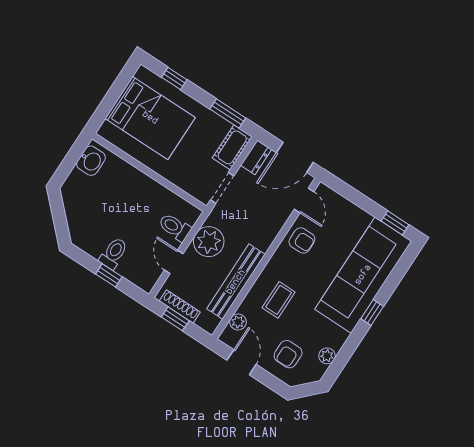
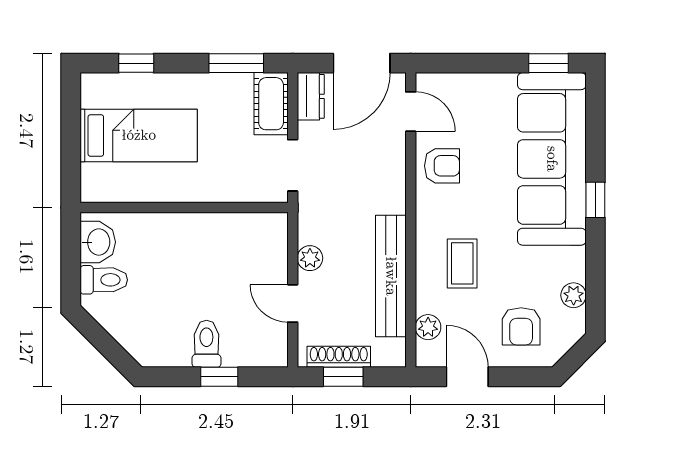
bed: (150, 118) -> (139, 135), width x0.67
toilet: (175, 227) -> (104, 280), moved, turned 180
plant: (209, 242) -> (310, 258), width x0.53, depth x0.53

